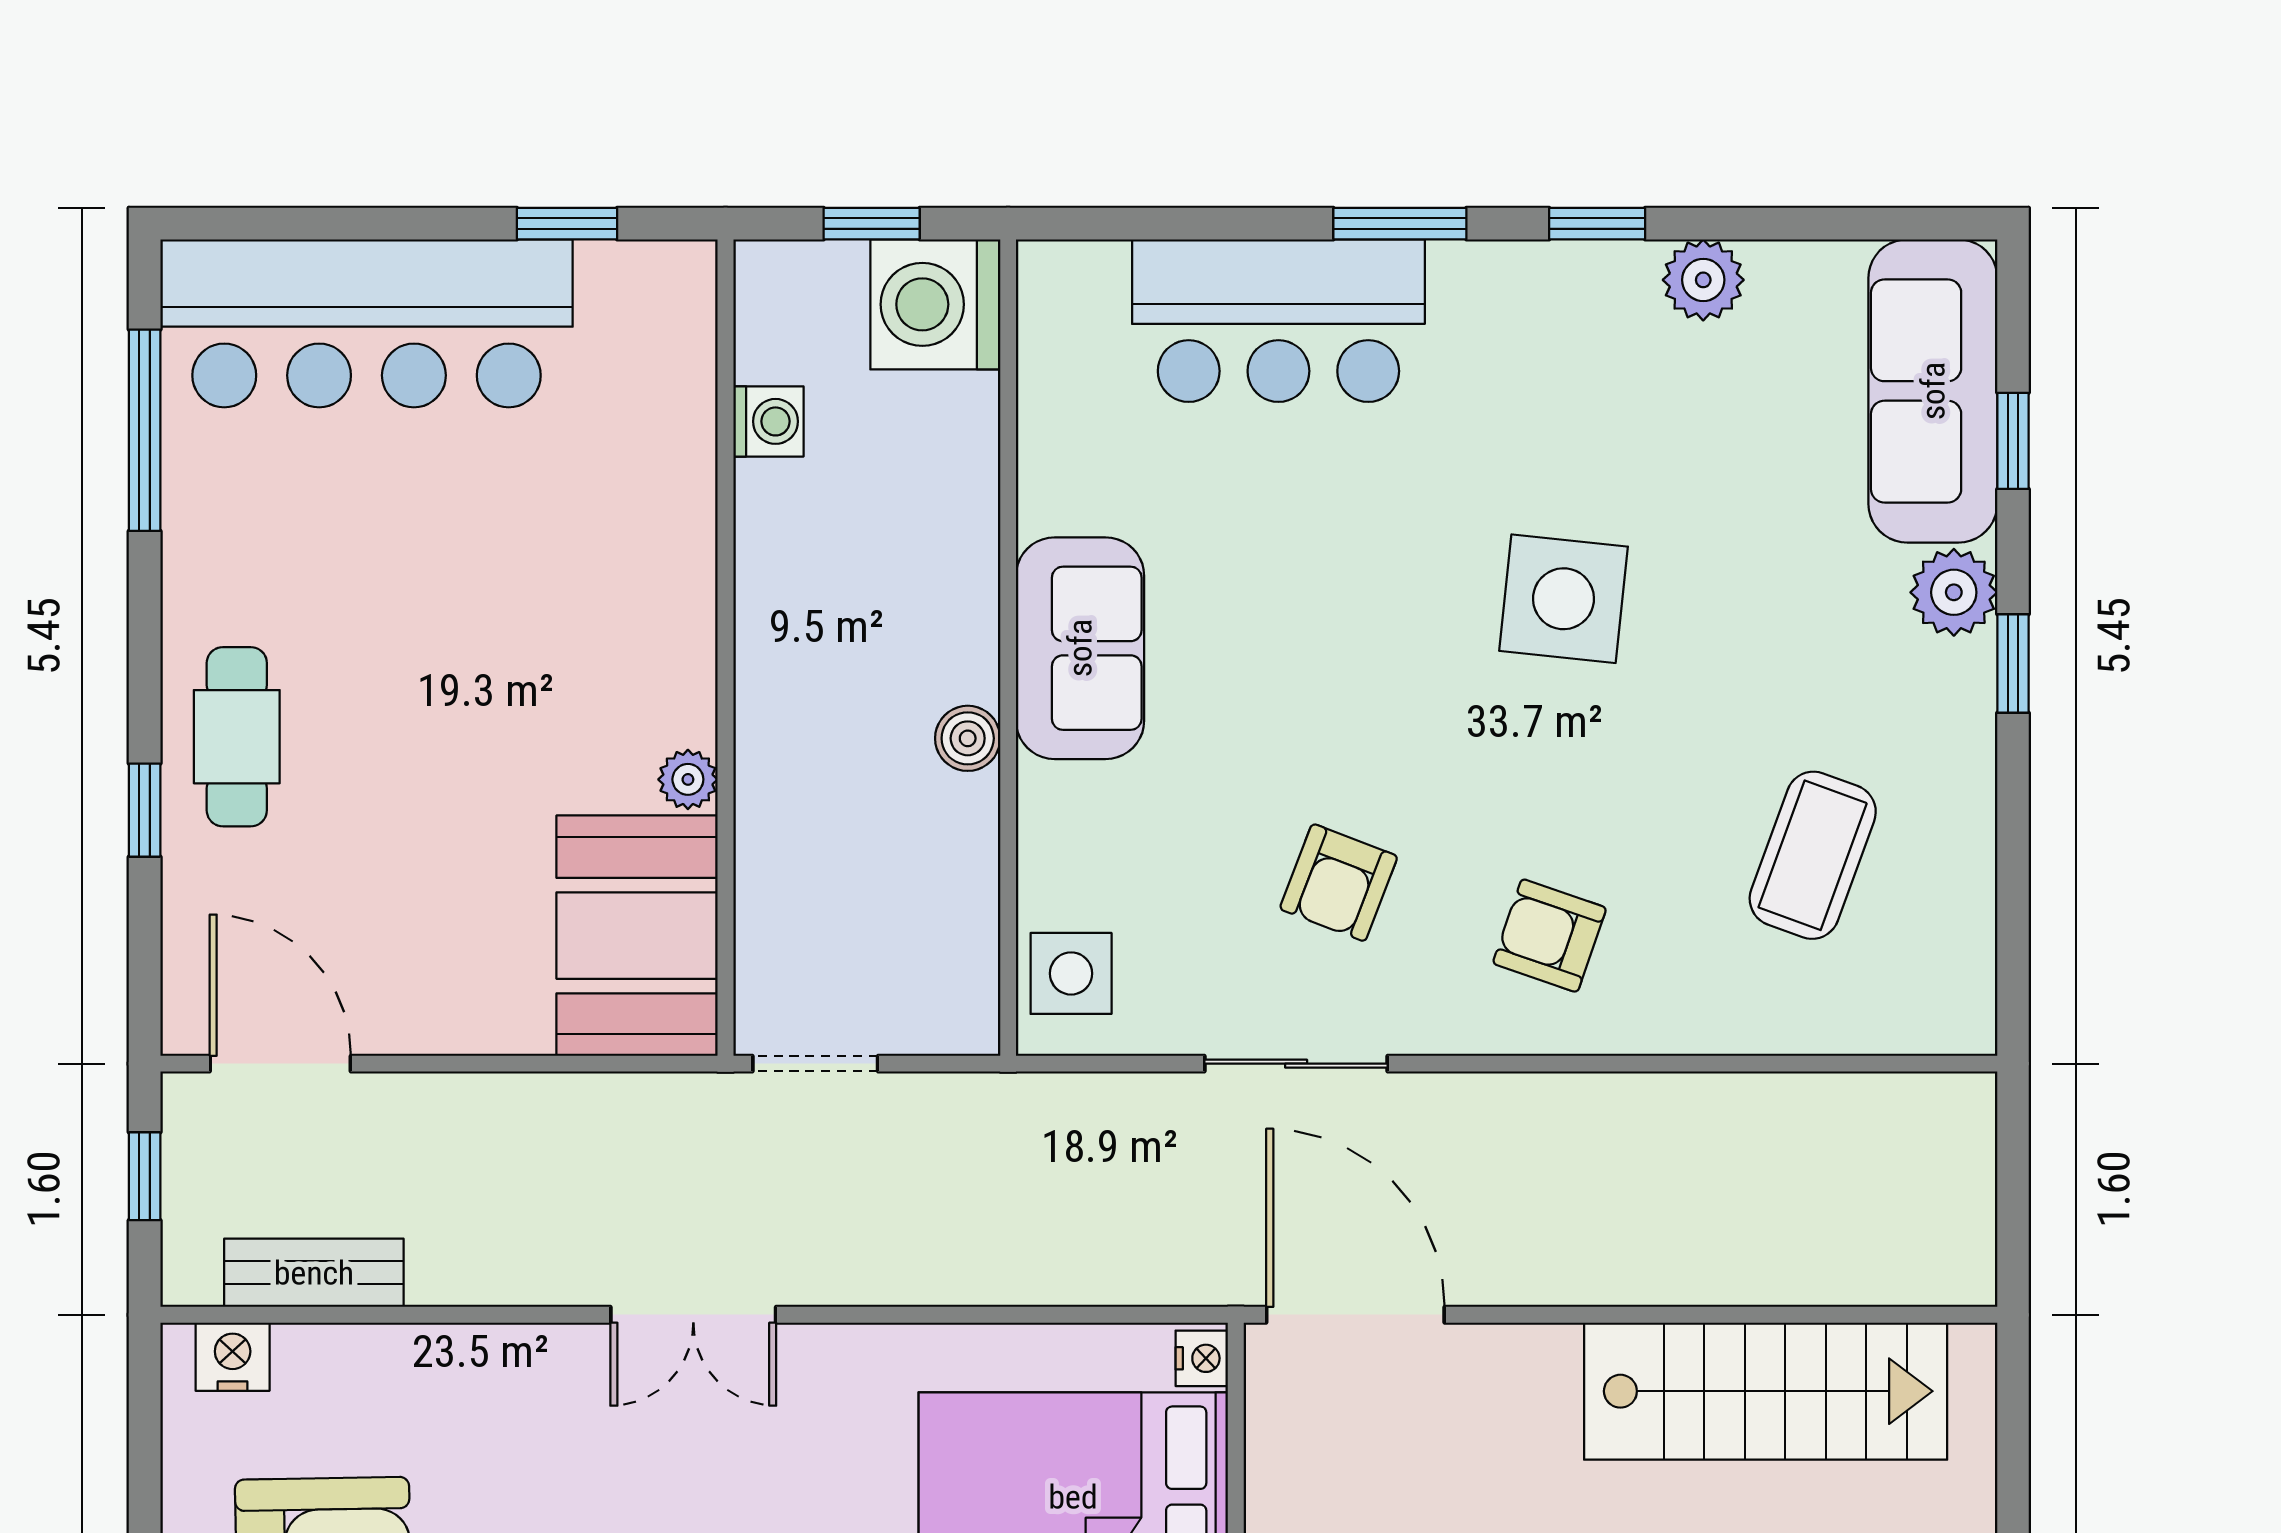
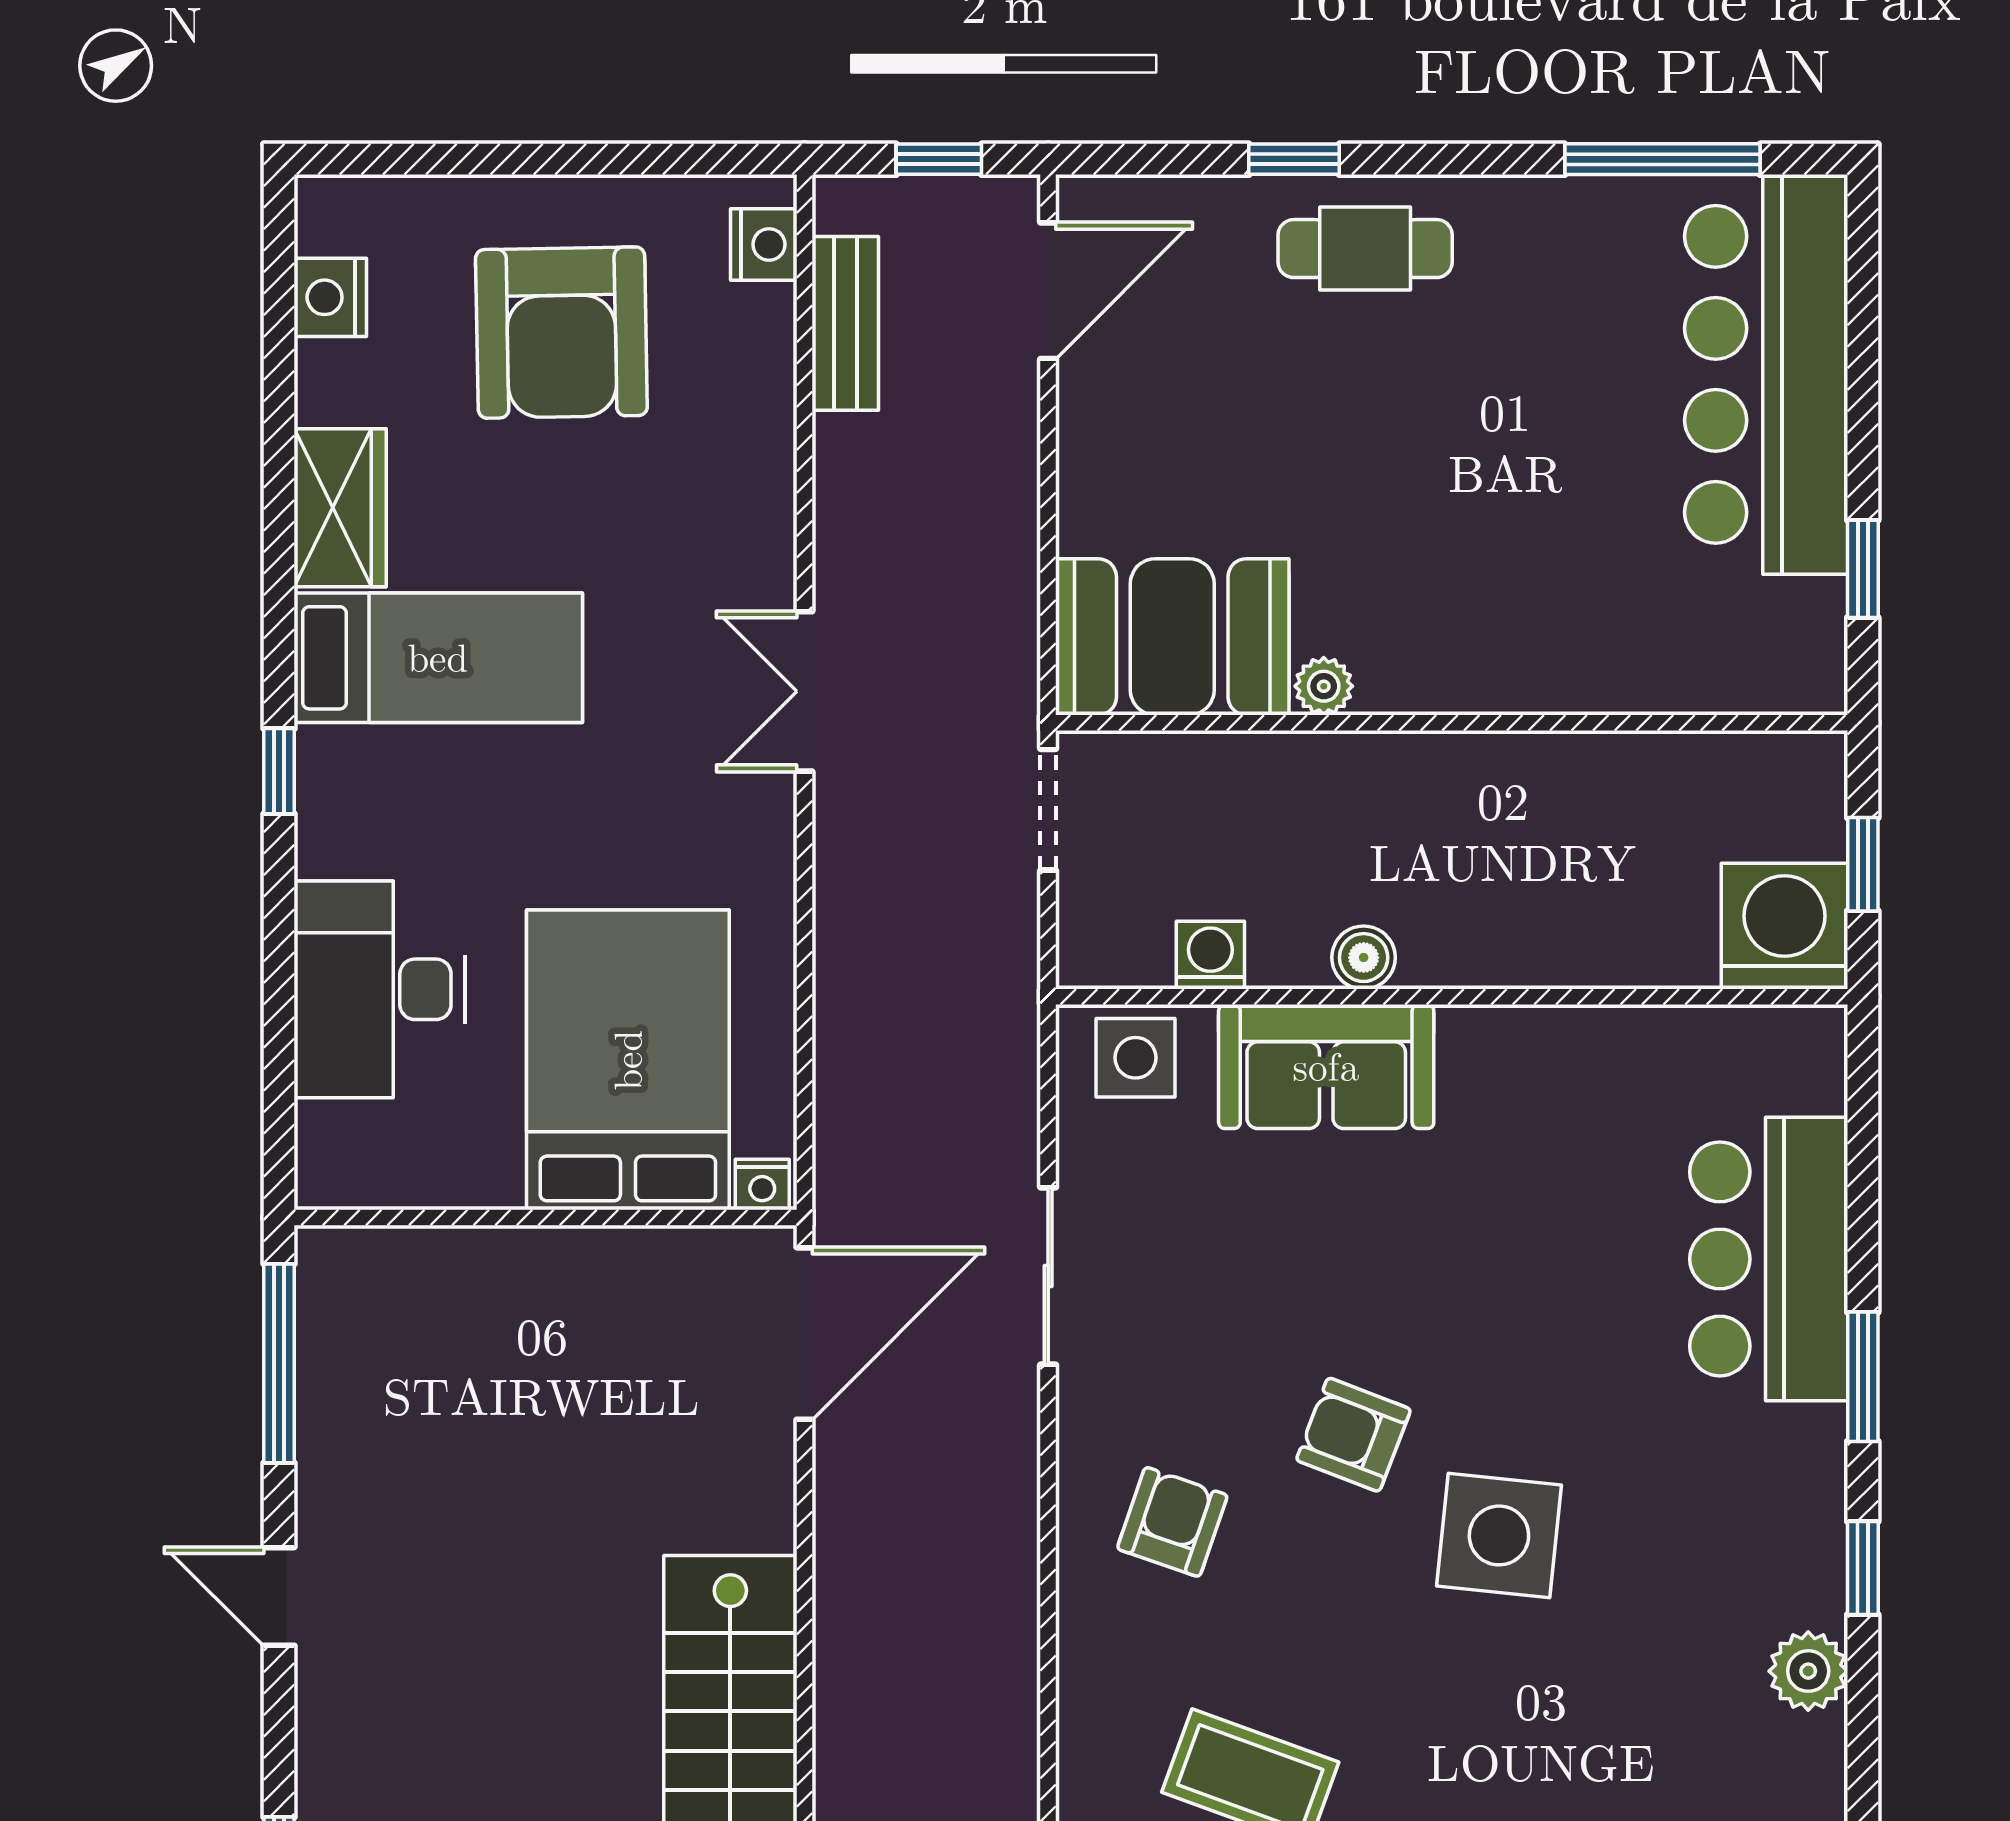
washing machine: (768, 421) -> (1210, 955), moved, turned 180
sofa: (1080, 648) -> (1326, 1067), moved
armchair: (1339, 883) -> (1354, 1435), moved

